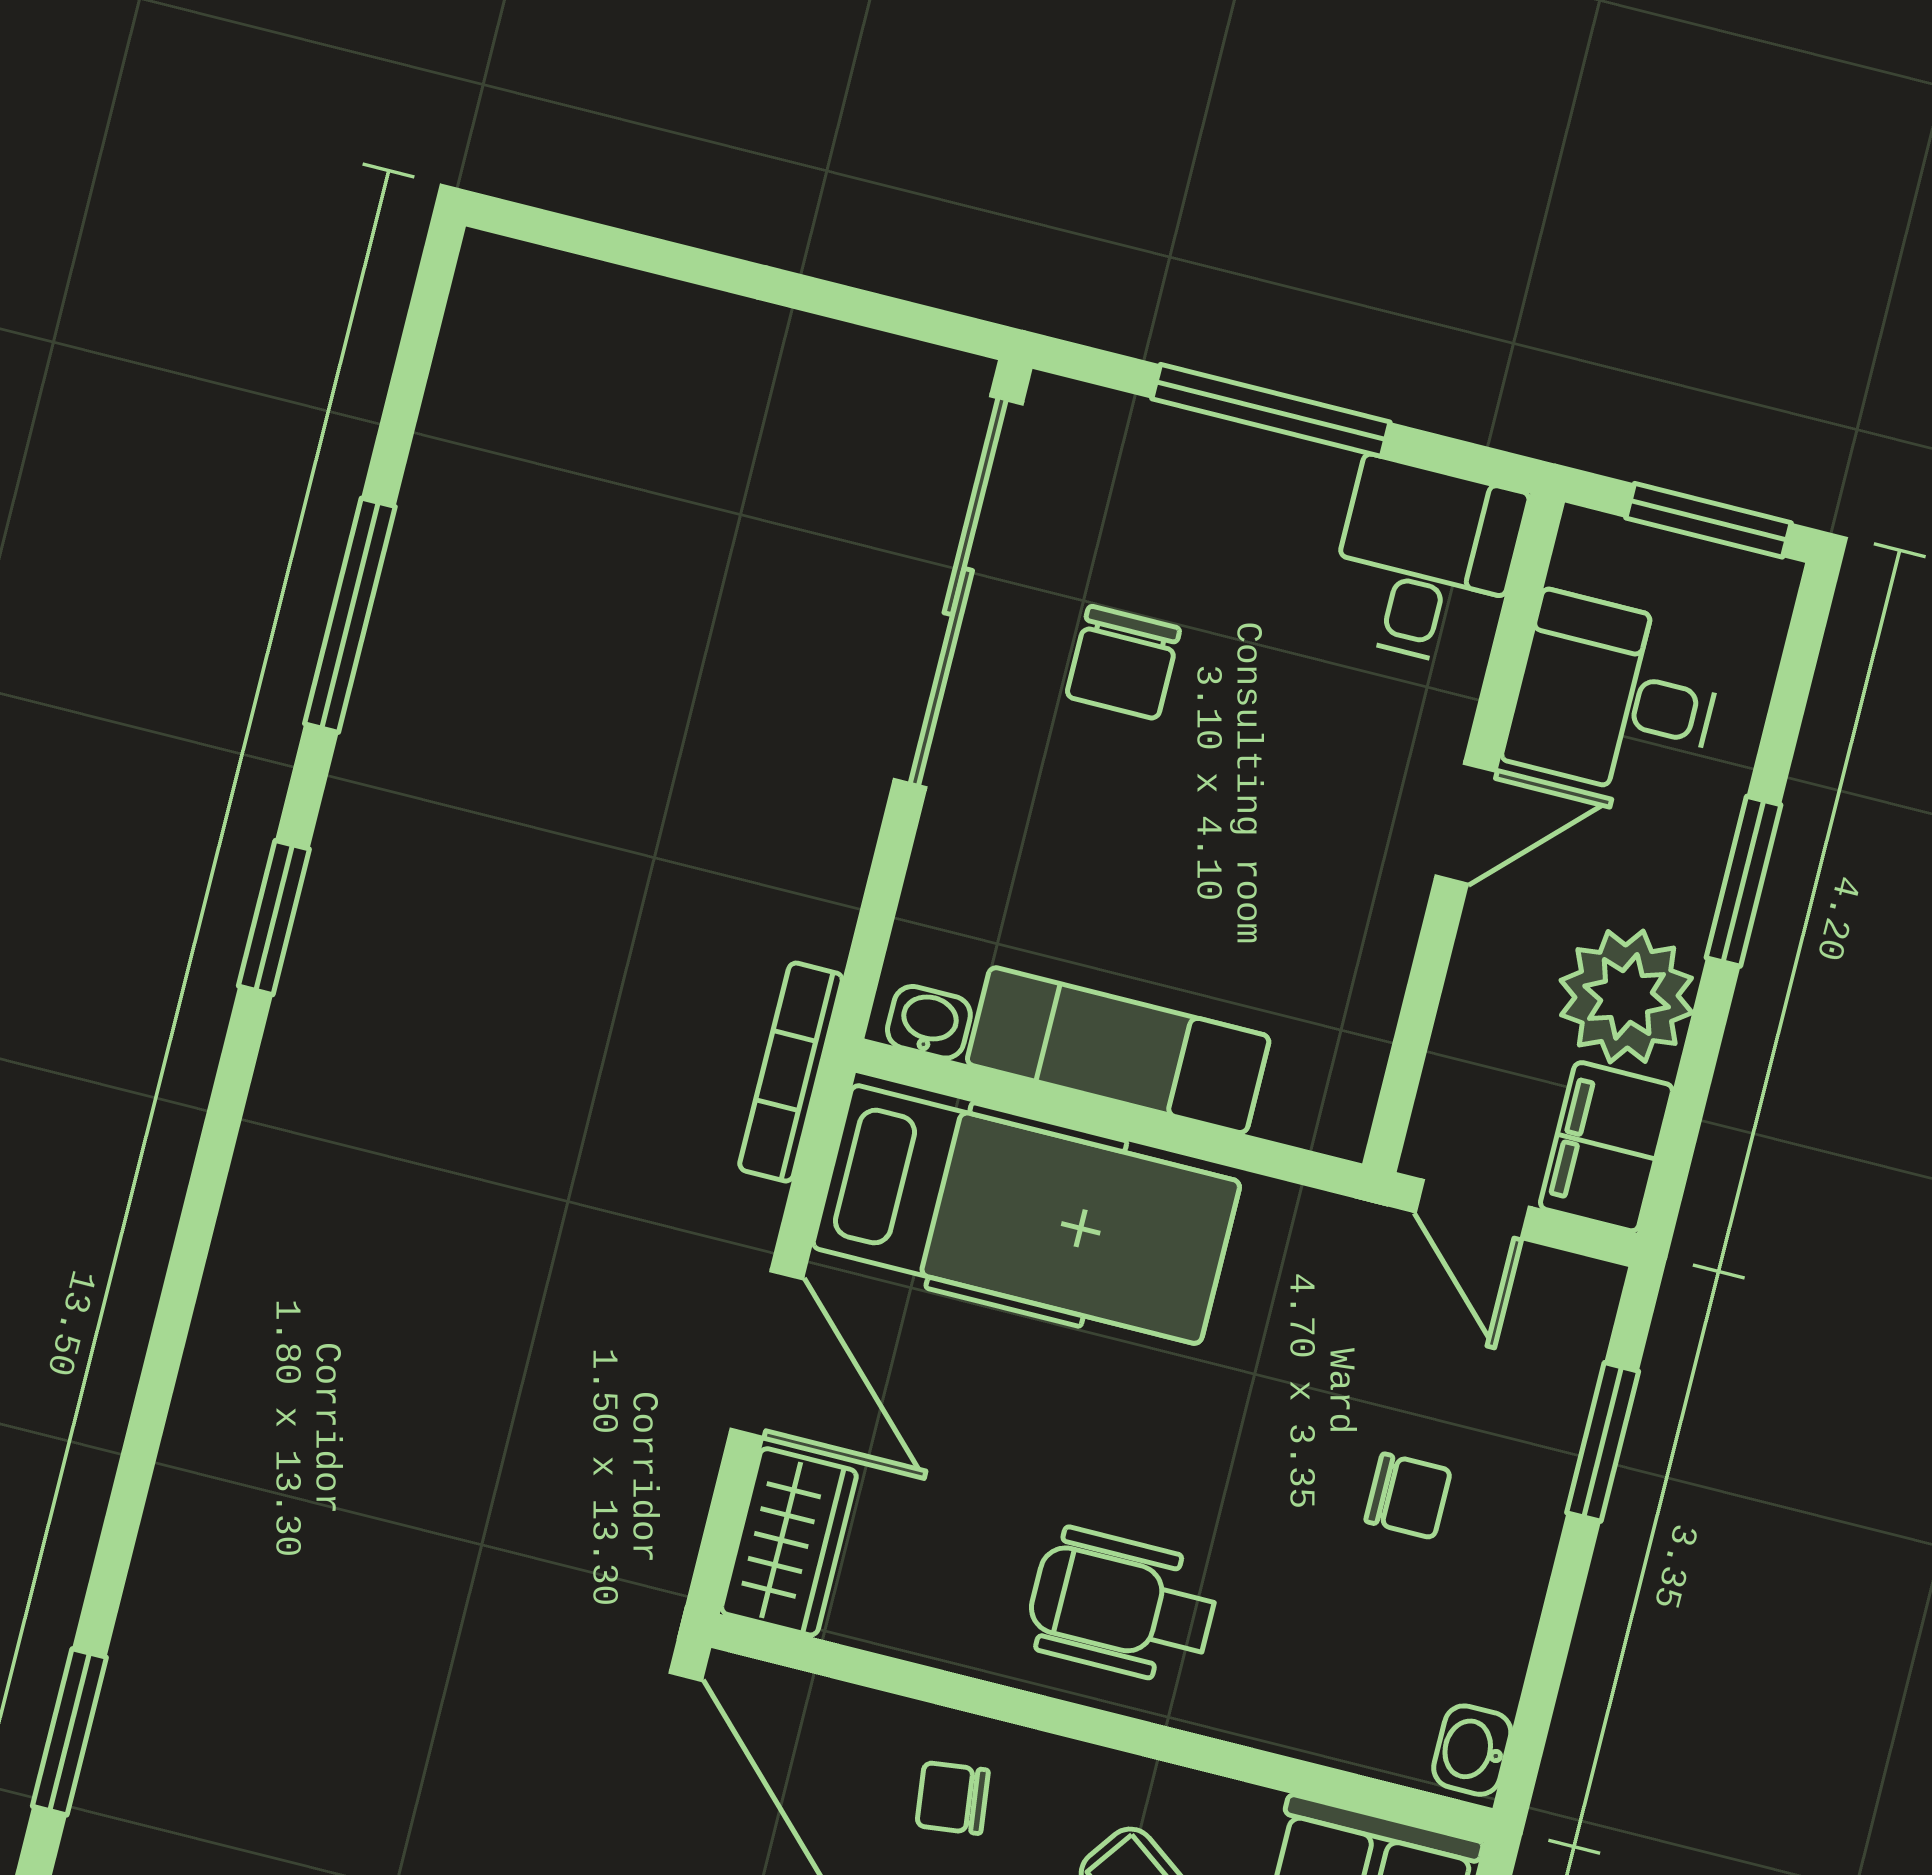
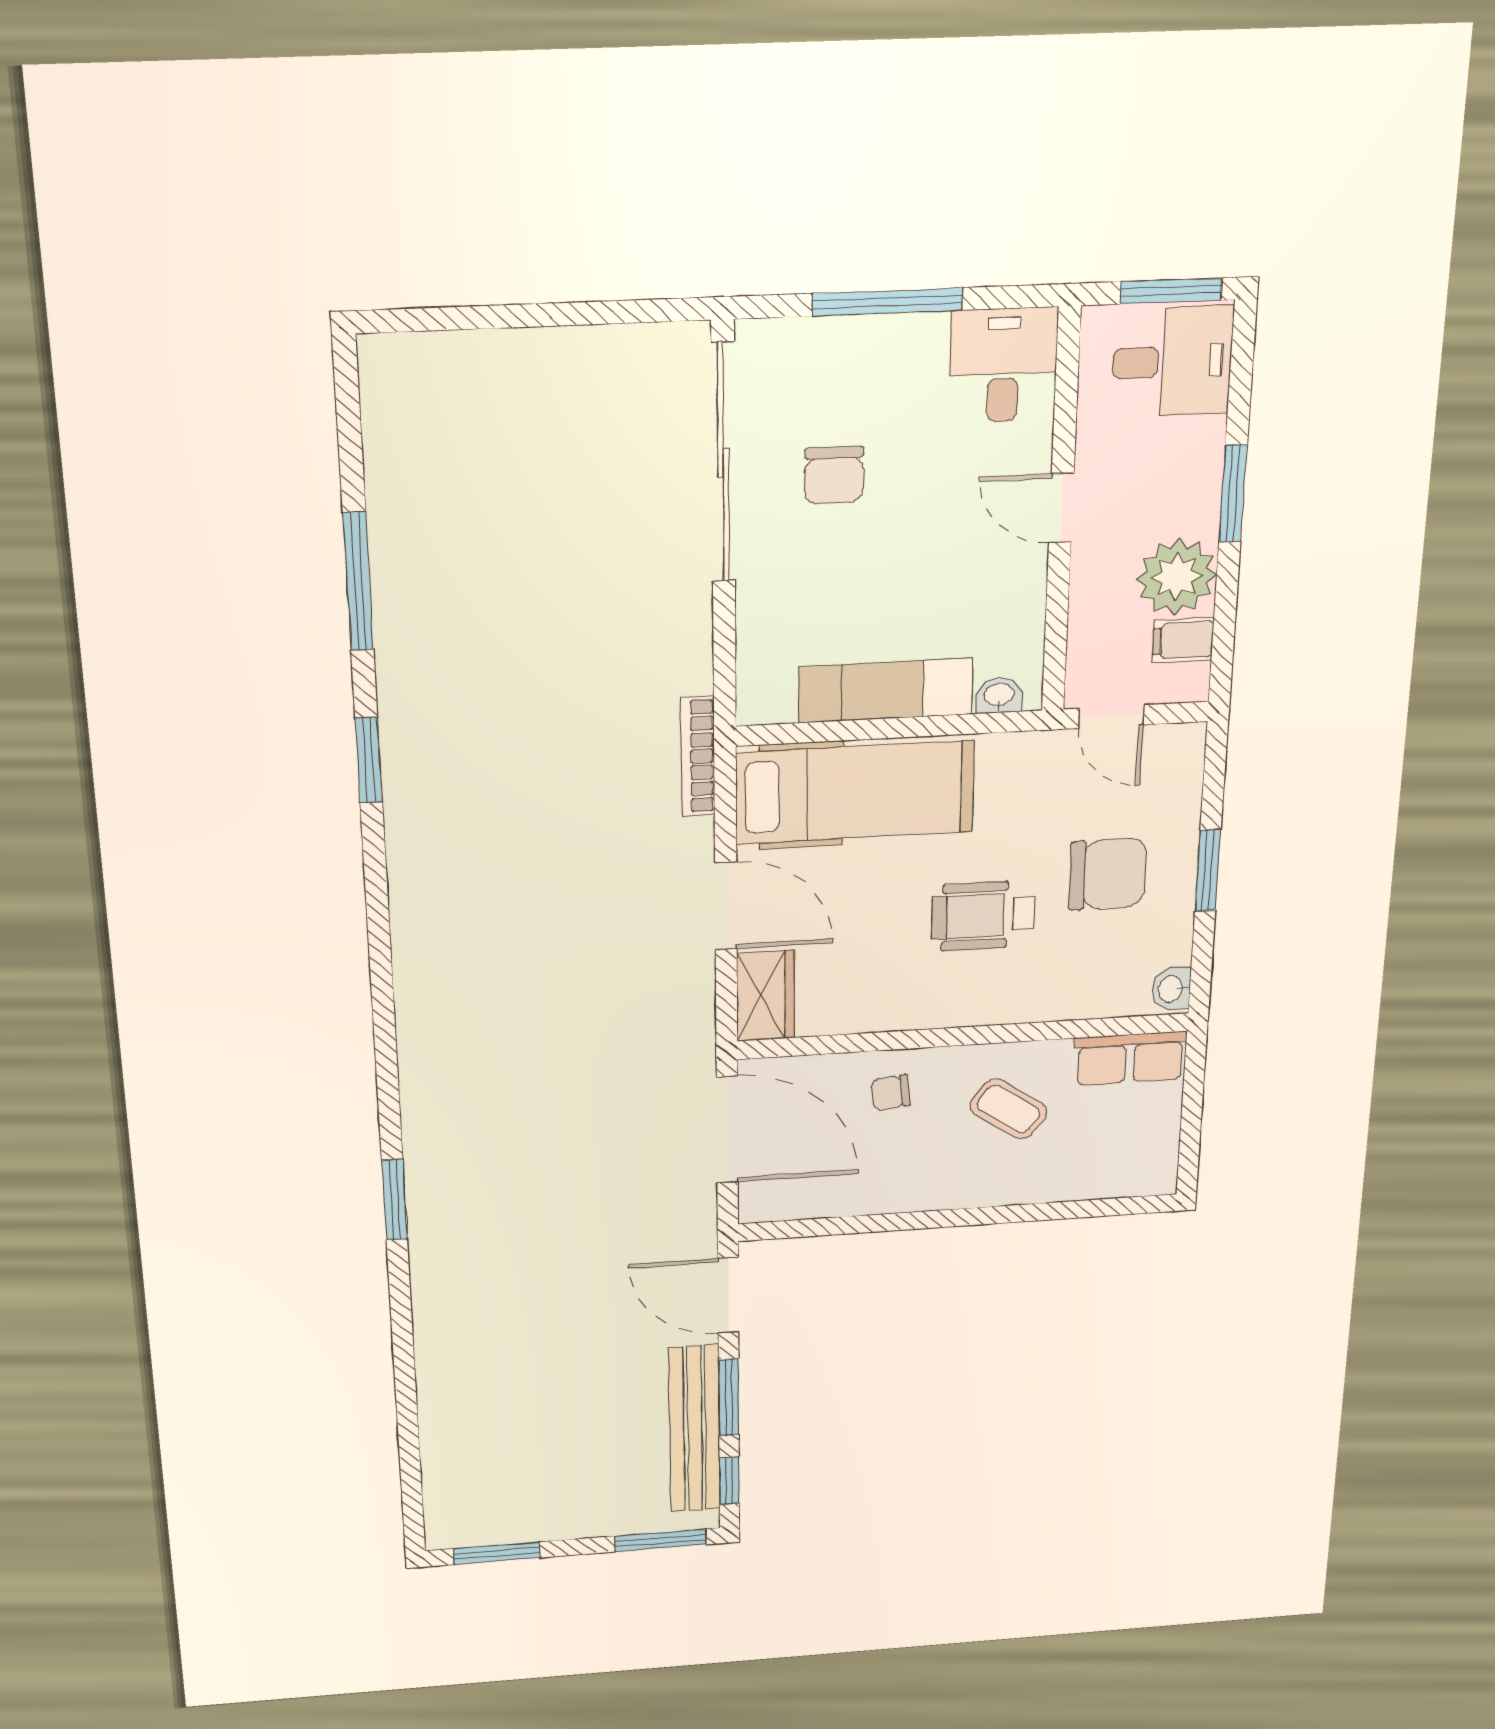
desk: (1615, 697) -> (1172, 362), moved, turned 180
door: (1466, 824) -> (1061, 508), swing flipped
washbasin: (929, 1022) -> (999, 695), moved
filing cabinet: (1606, 1147) -> (1183, 640), width x0.50
window: (1603, 1442) -> (1208, 870), moved
chair: (1408, 1496) -> (1108, 874), width x1.87, depth x1.87
wheelchair: (1122, 1606) -> (983, 916), moved

